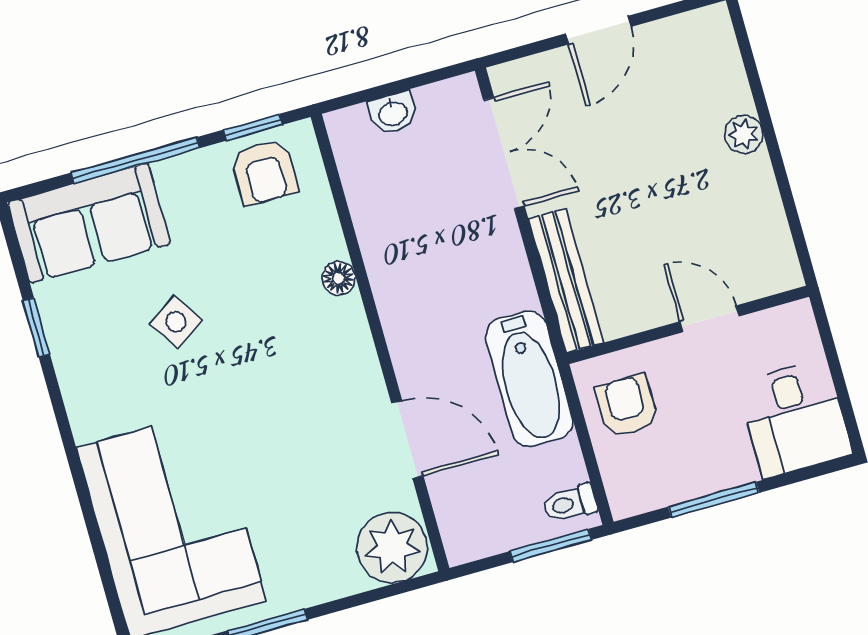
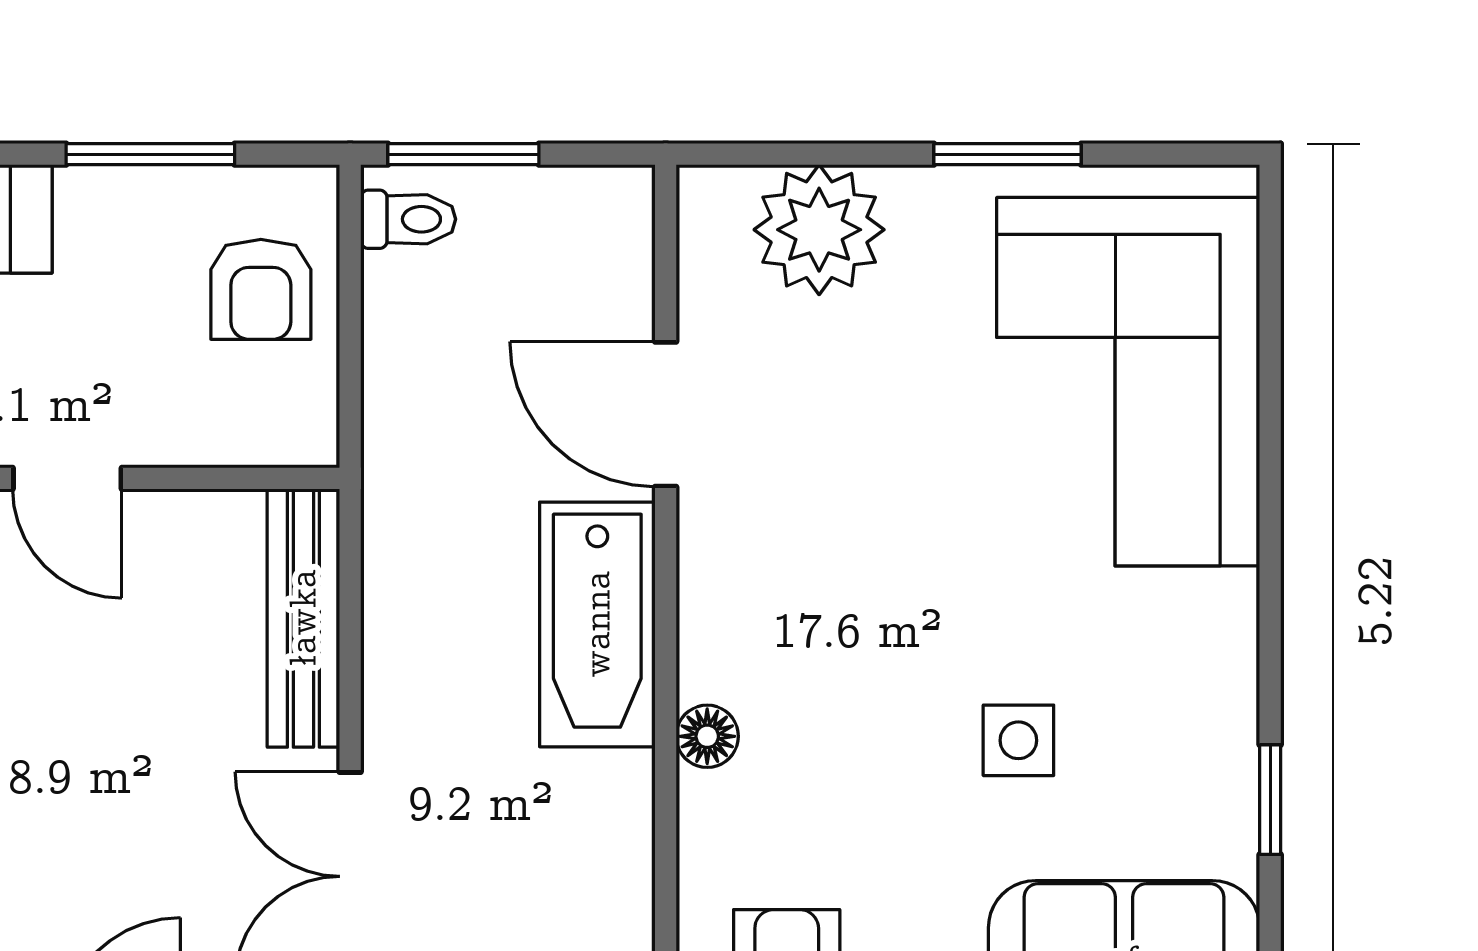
side table: (176, 322) -> (1018, 740), turned 35
bathtub: (529, 379) -> (597, 624), moved, turned 180
armchair: (627, 406) -> (261, 289), moved
plant: (392, 548) -> (819, 230), moved

